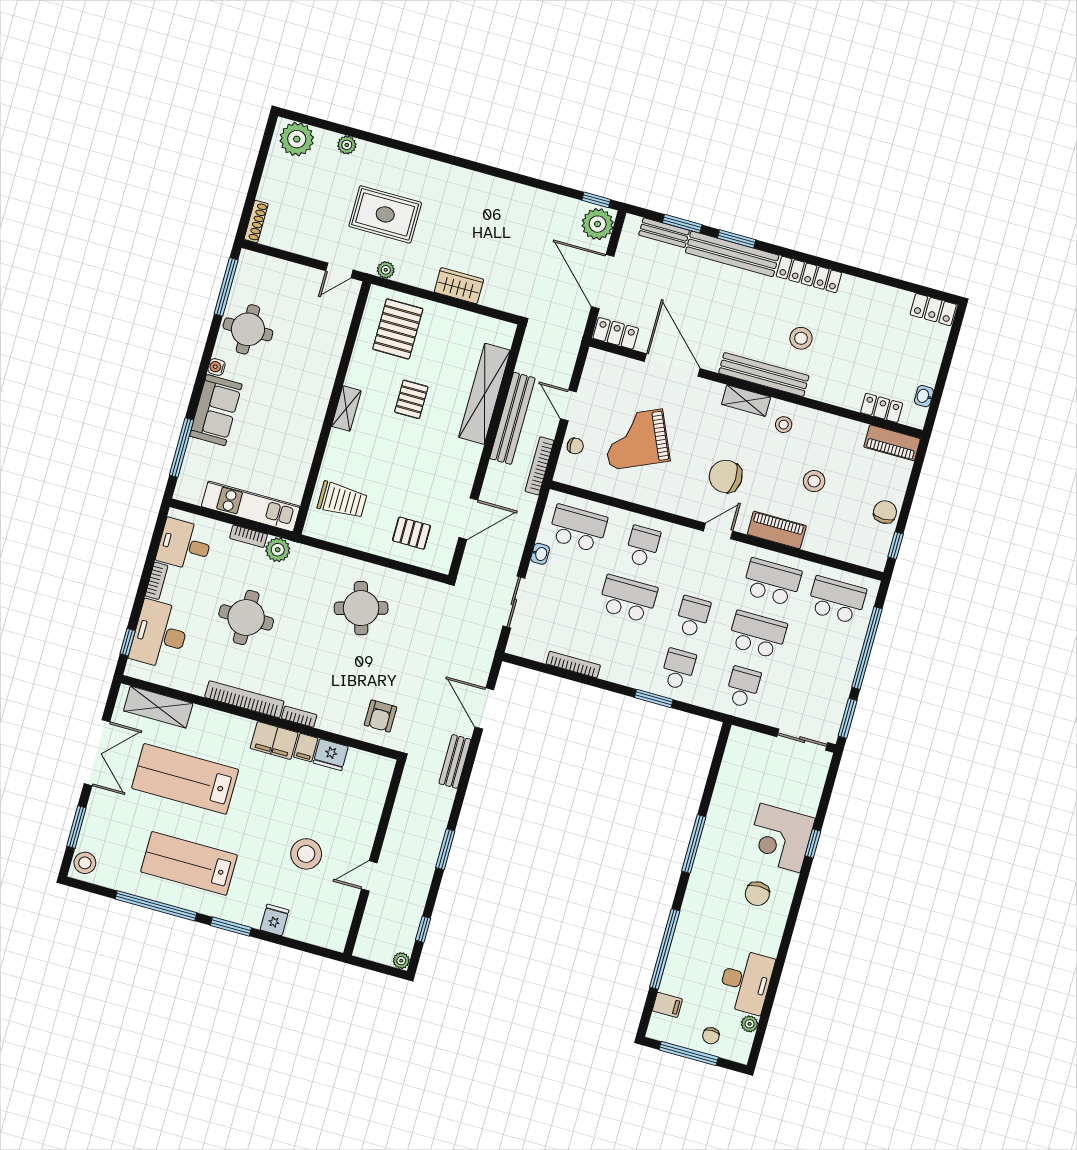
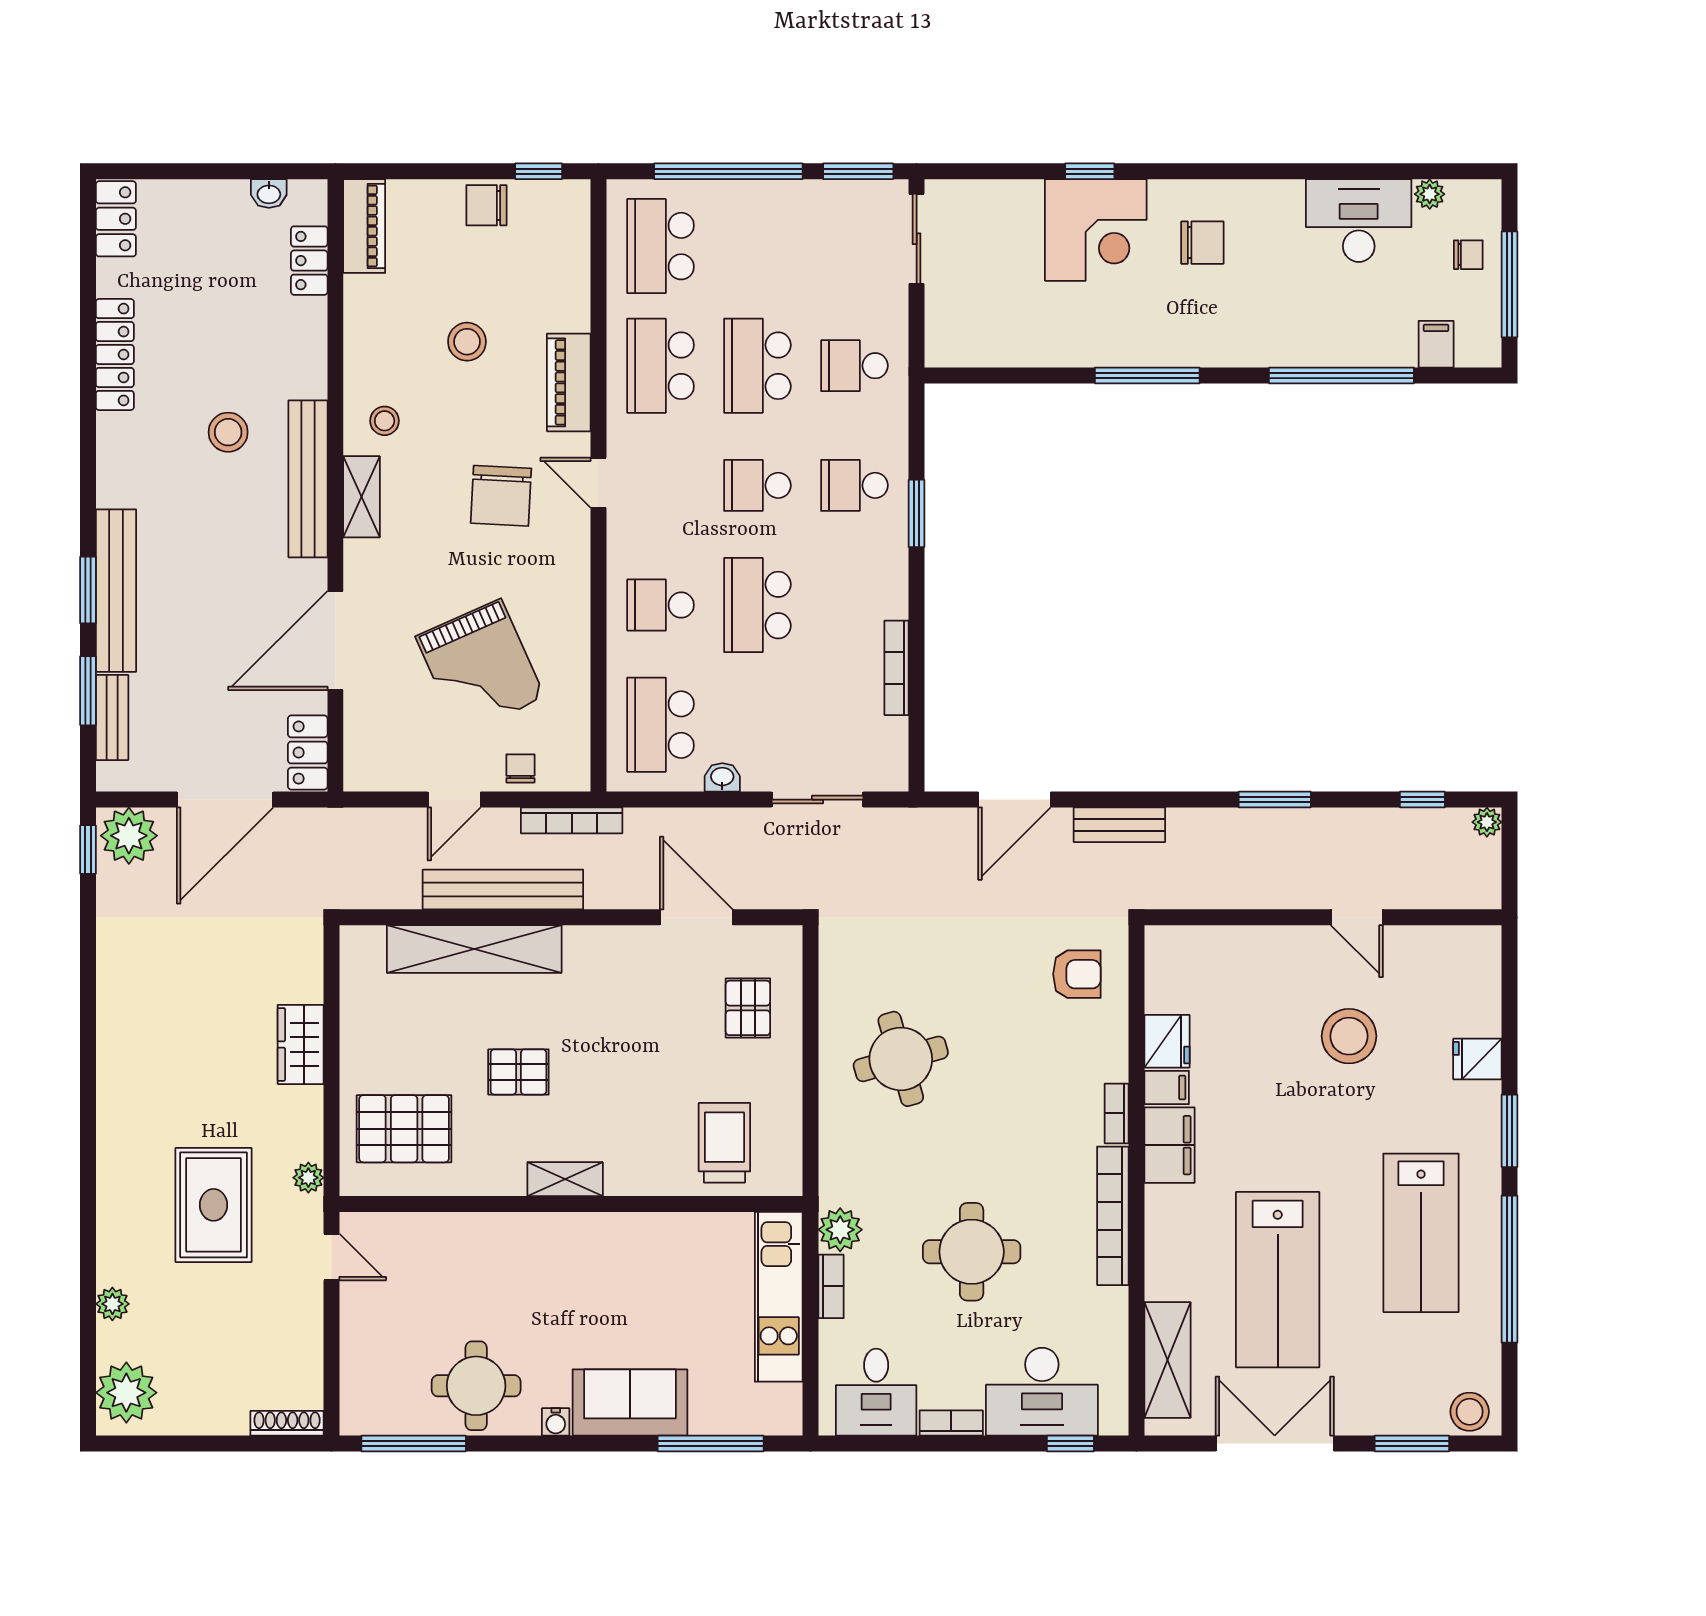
locker: (809, 274) -> (115, 355), moved

